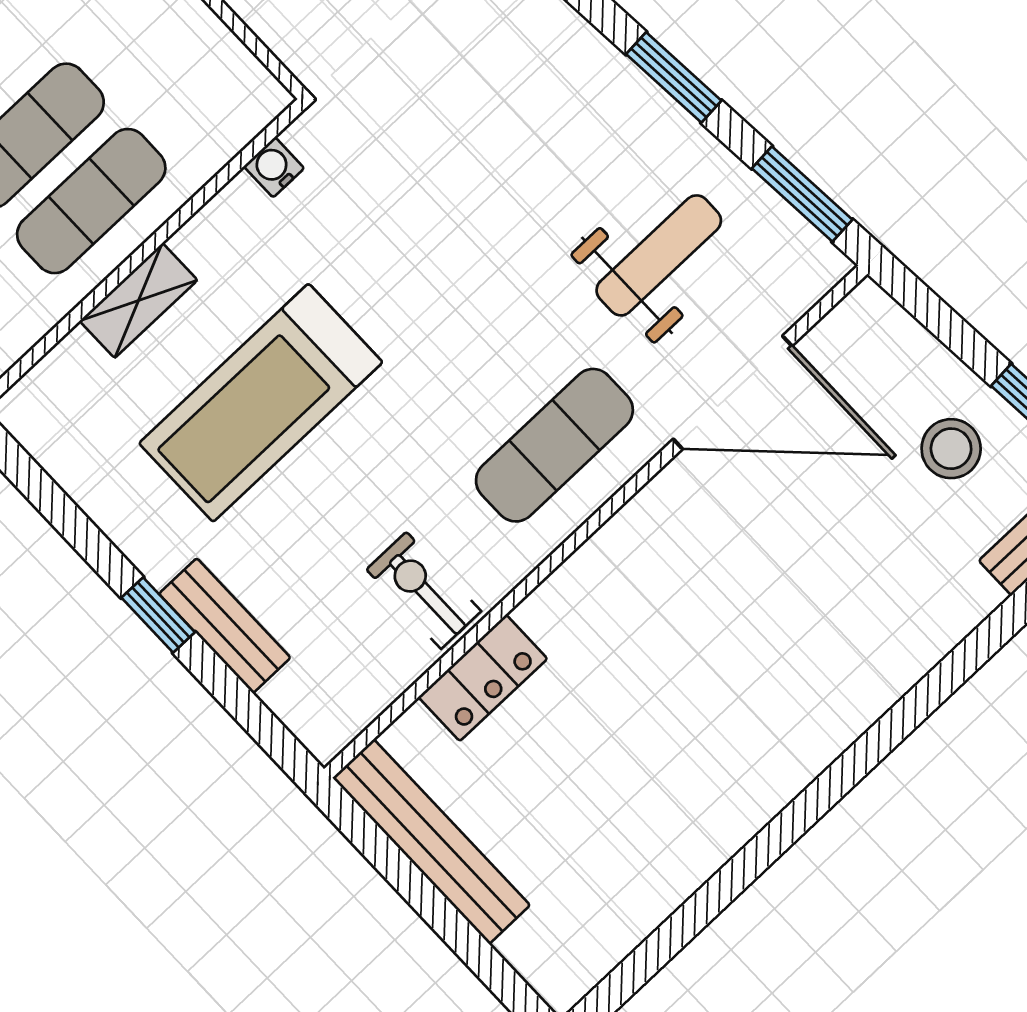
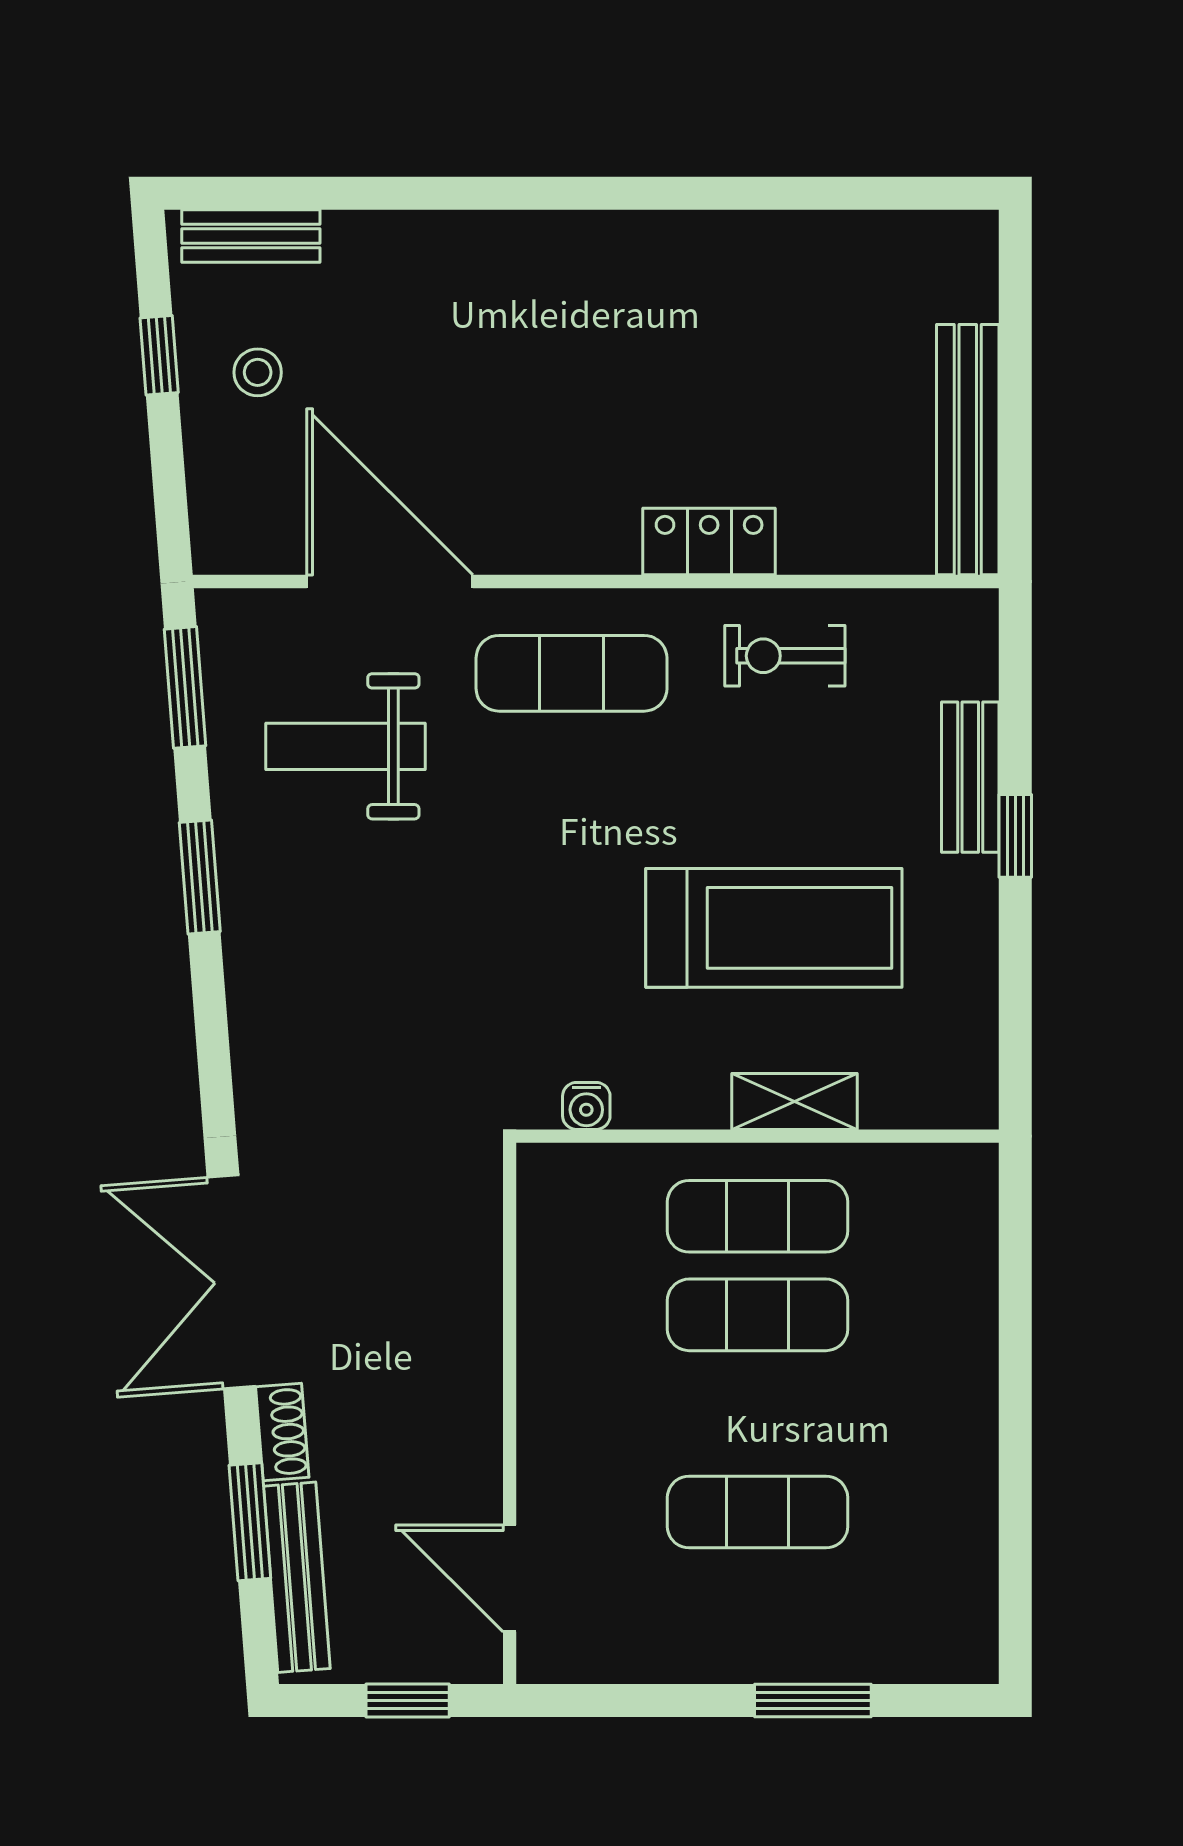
stool: (951, 449) -> (258, 372), width x0.73, depth x0.73
exercise bike: (424, 590) -> (785, 656), turned 90
locker: (483, 678) -> (709, 542), moved

